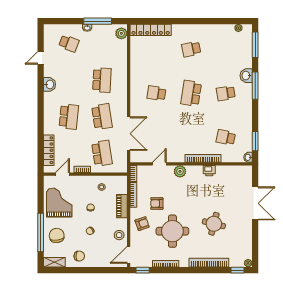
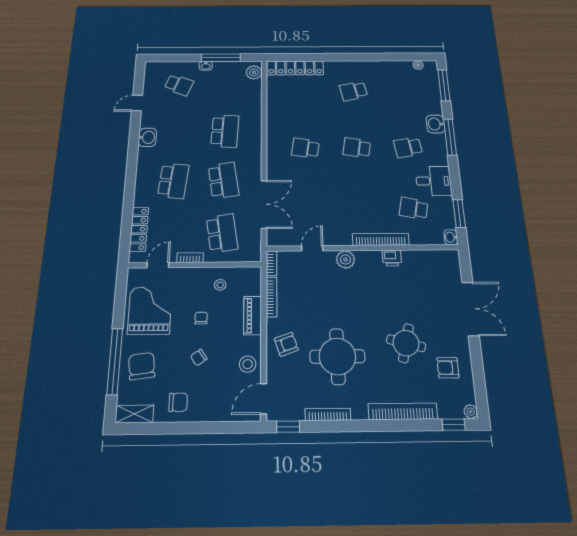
school desk: (191, 93) -> (357, 148), width x0.54
desk: (241, 118) -> (434, 181), added
armchair: (157, 204) -> (448, 368), moved

